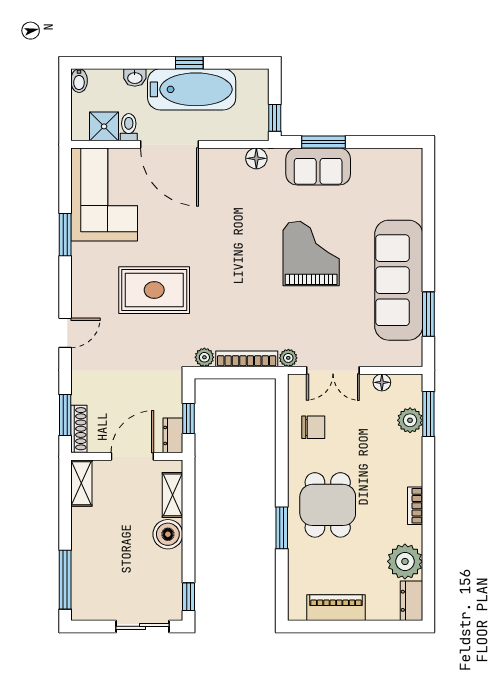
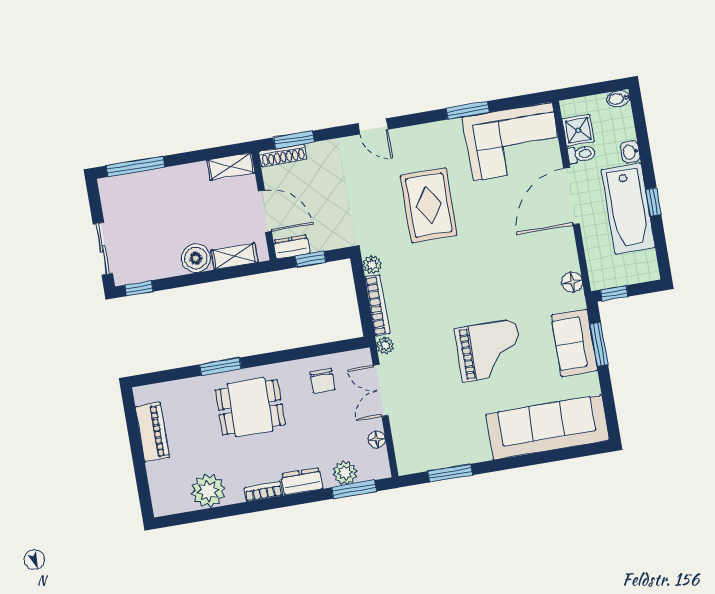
sofa: (399, 280) -> (548, 427), moved
dresser: (411, 601) -> (302, 481), moved

